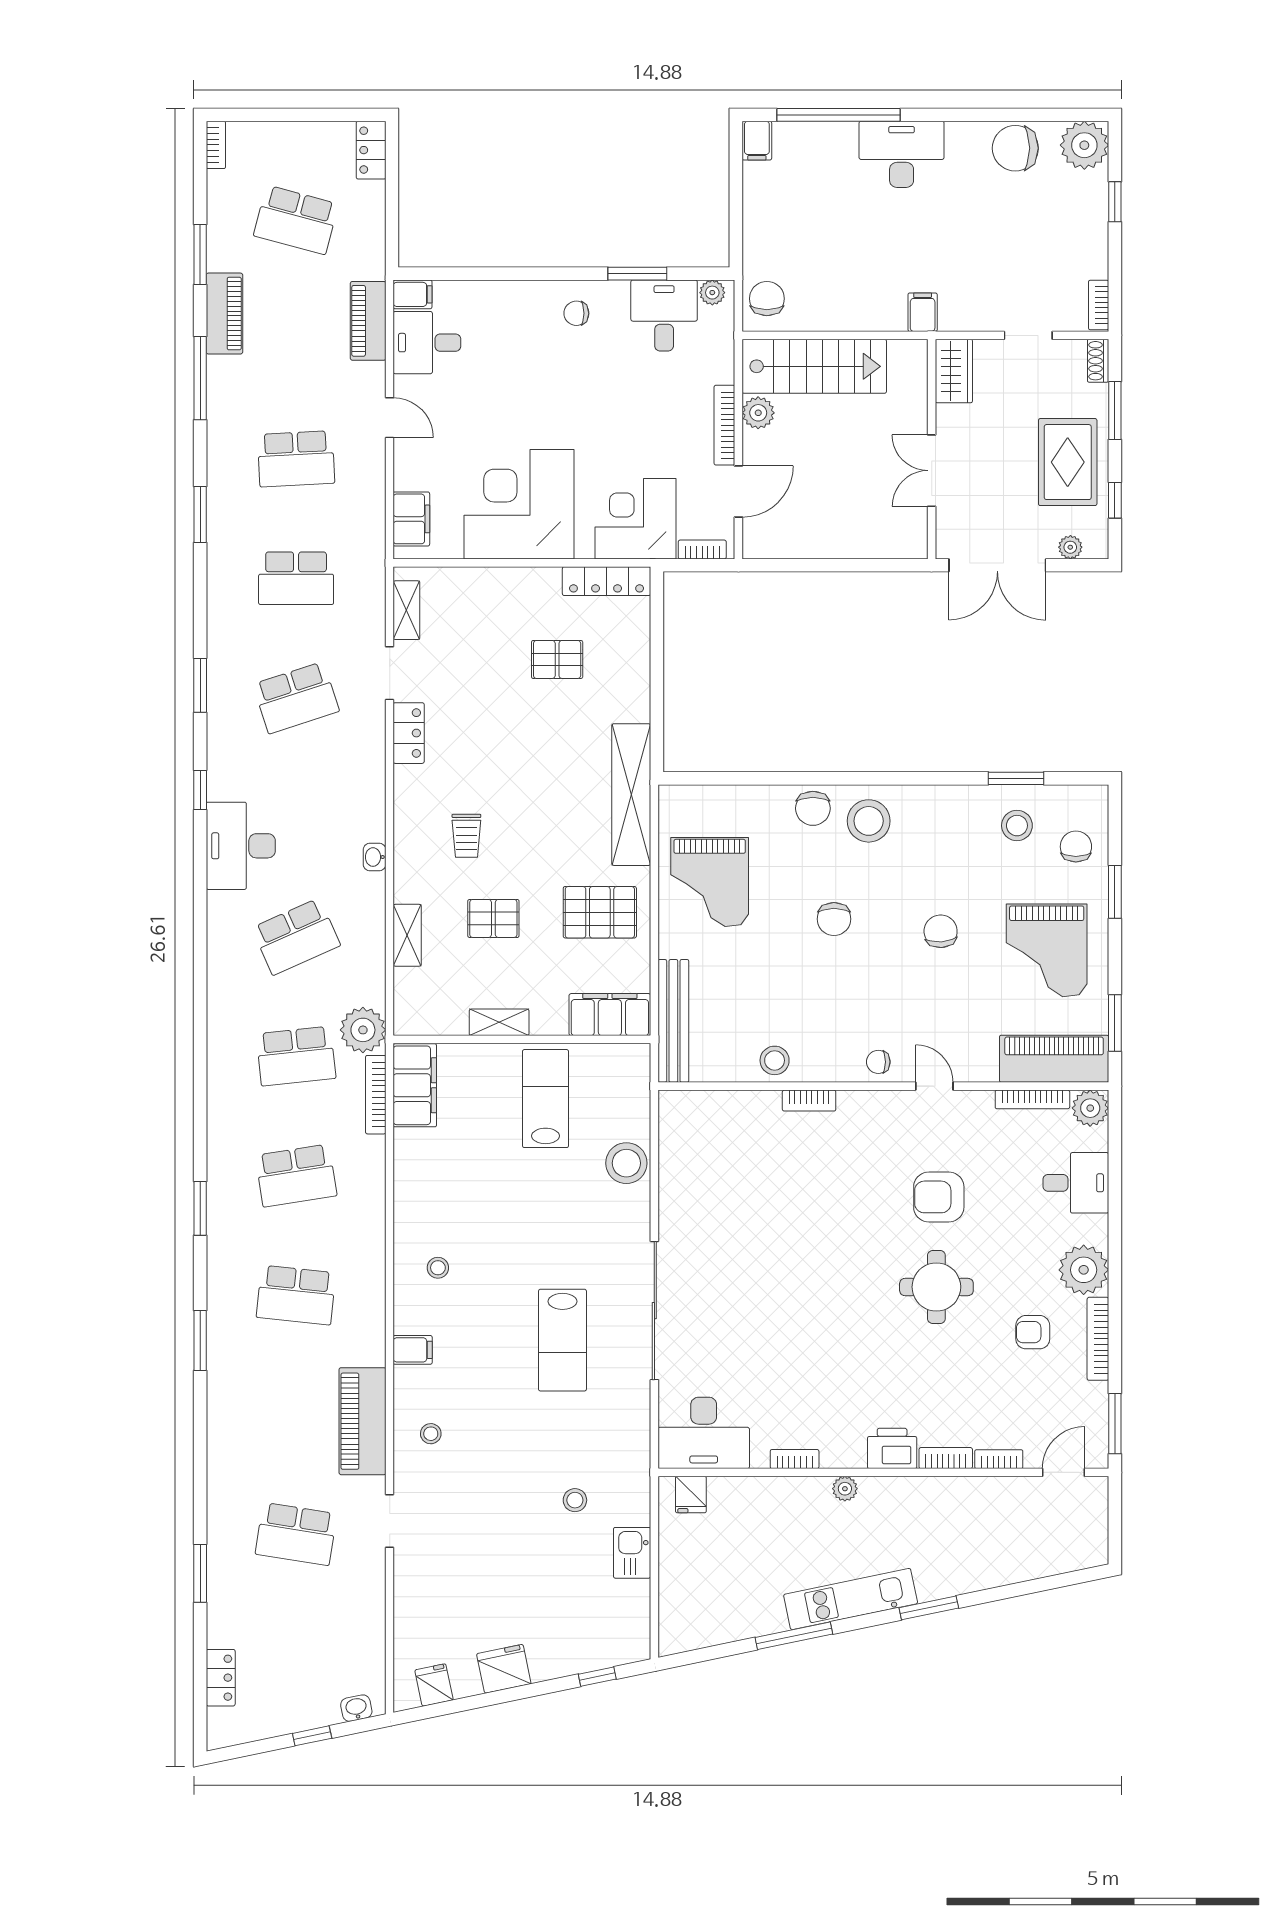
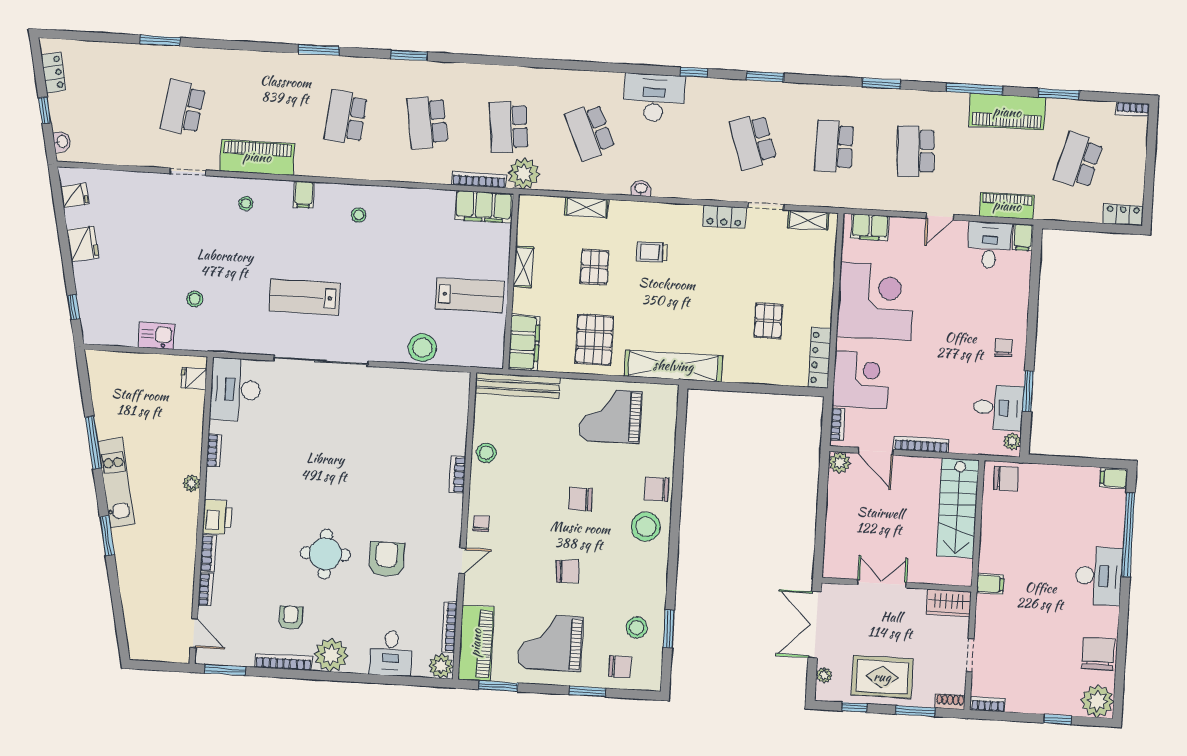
piano: (224, 314) -> (1007, 112), width x1.37, depth x1.33
plant: (758, 413) -> (840, 463), moved
locker: (221, 1678) -> (53, 73), moved, turned -102

